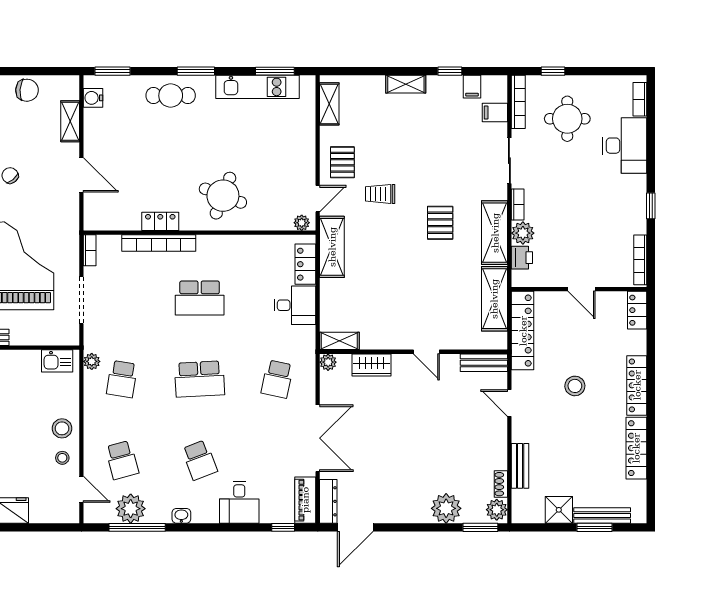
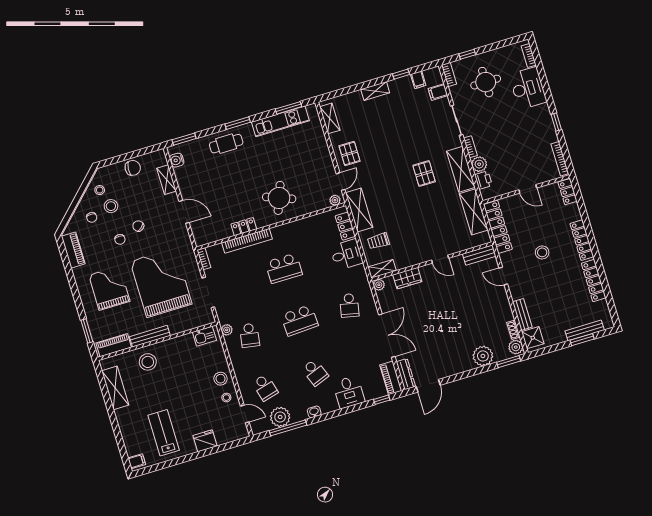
bookcase: (518, 102) -> (449, 74), width x0.64
trolley: (380, 194) -> (378, 241), moved
shower: (559, 510) -> (533, 338), moved

